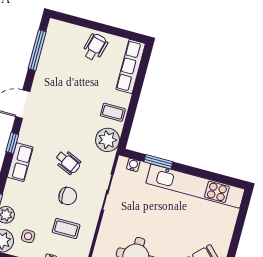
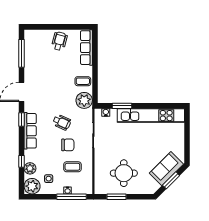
row of seats: (20, 162) -> (30, 131), width x1.48

